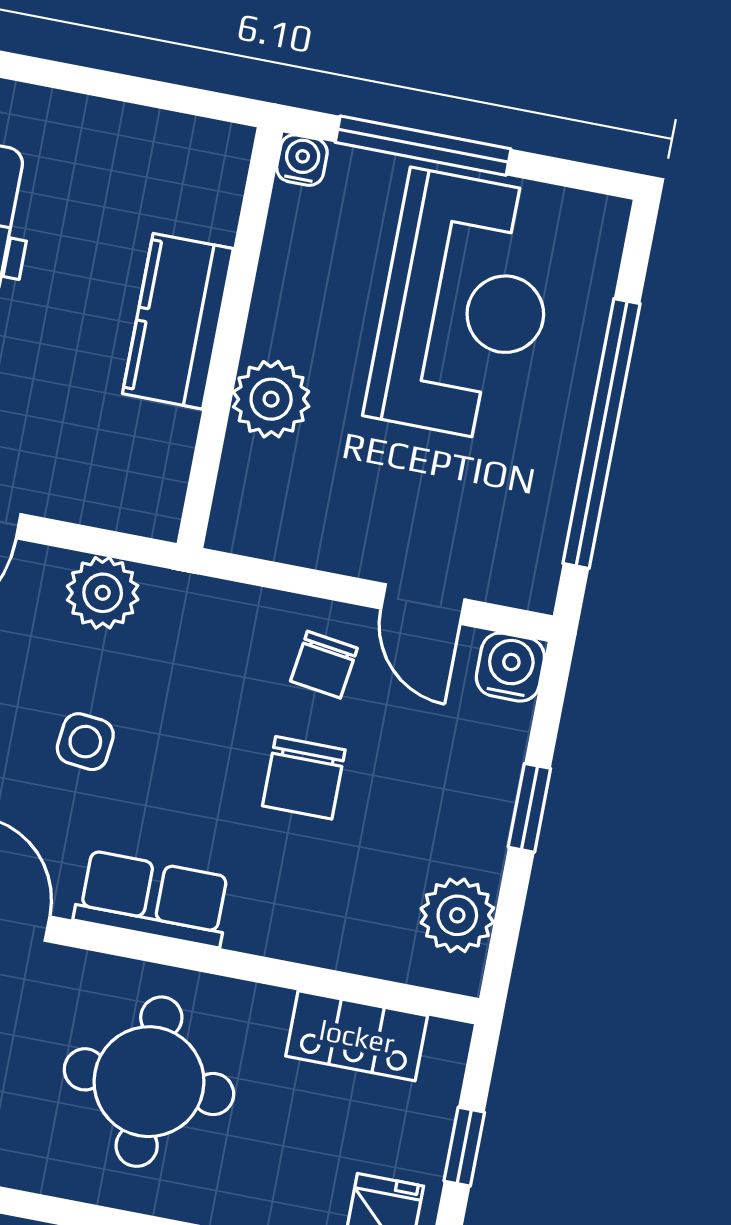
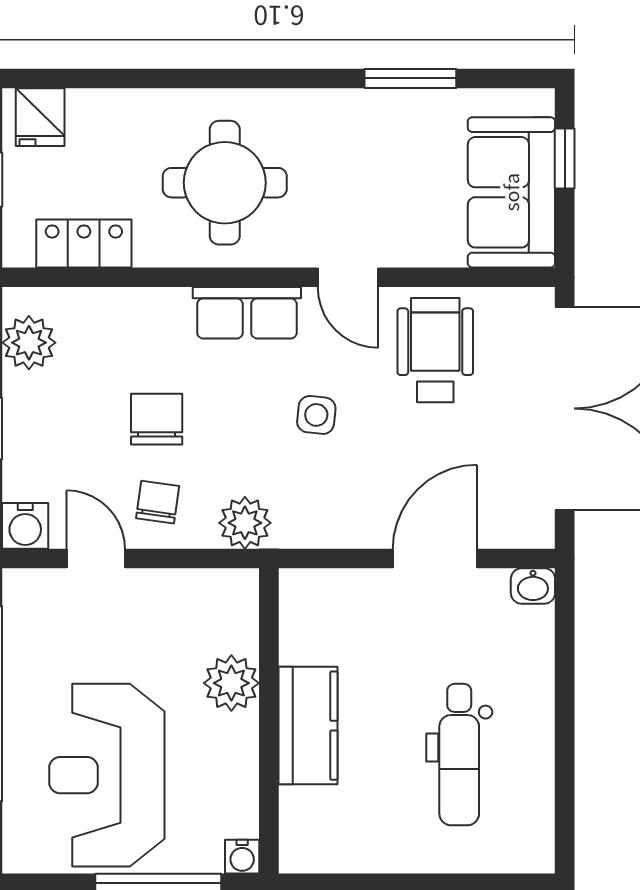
plant: (103, 593) -> (245, 523), moved

